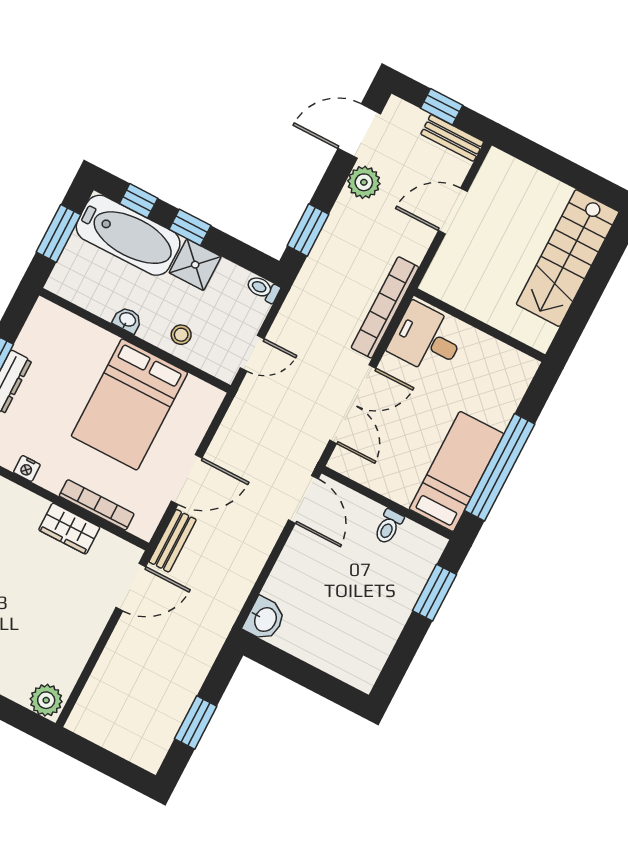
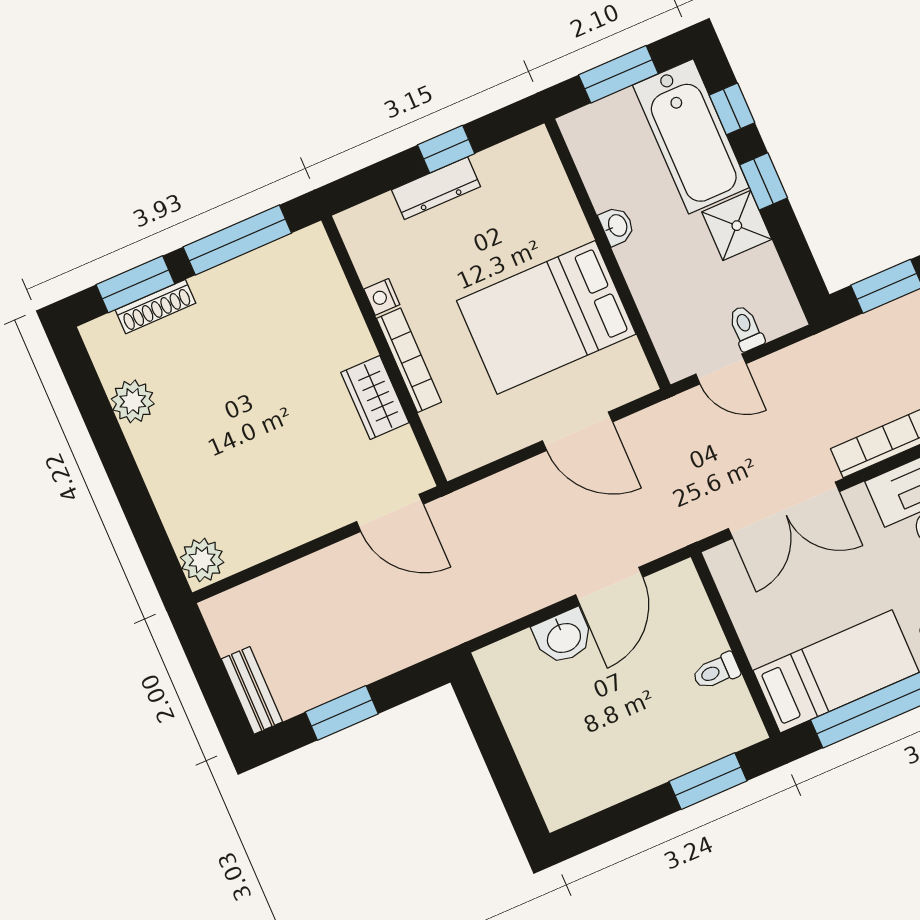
toilet: (263, 289) -> (746, 328), moved
stool: (181, 335) -> (661, 288), removed
door: (187, 479) -> (578, 431), moved
door: (303, 499) -> (609, 586), moved
bookcase: (97, 505) -> (409, 360), moved
bench: (173, 541) -> (252, 690), moved, turned 90
washbasin: (265, 619) -> (563, 637), moved

